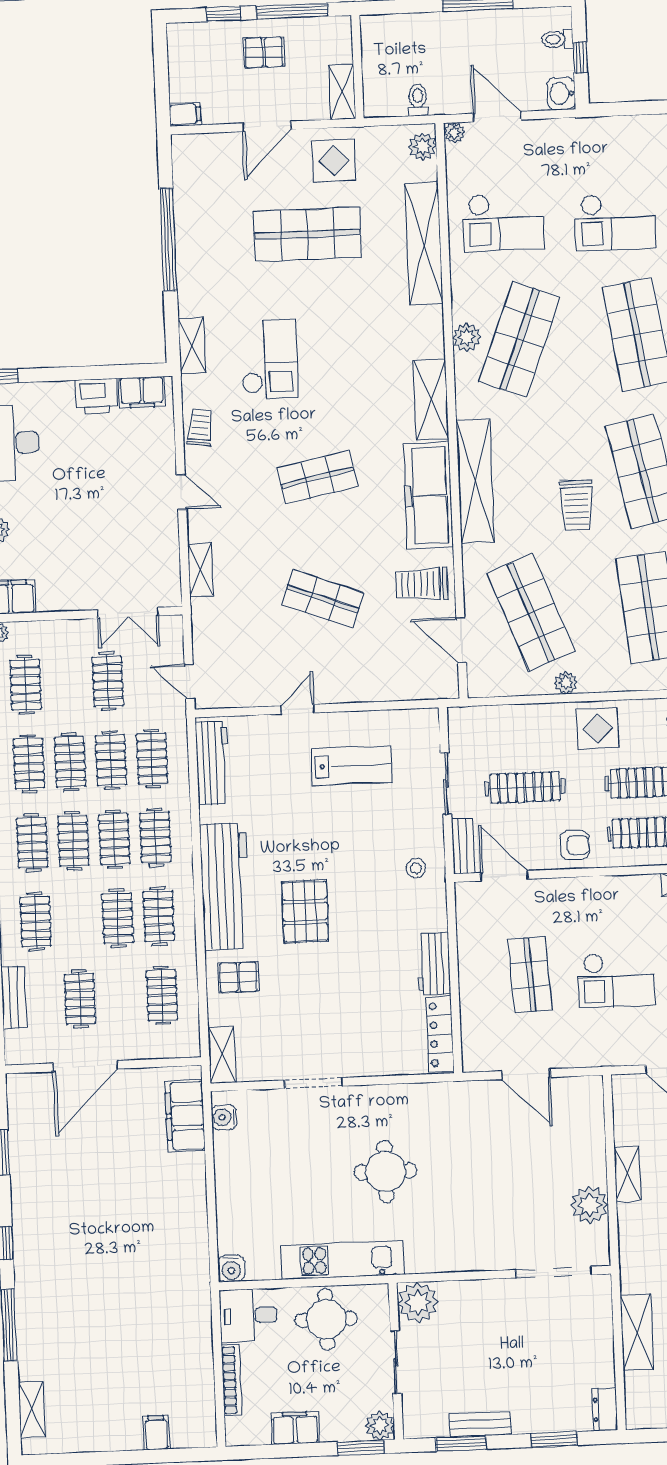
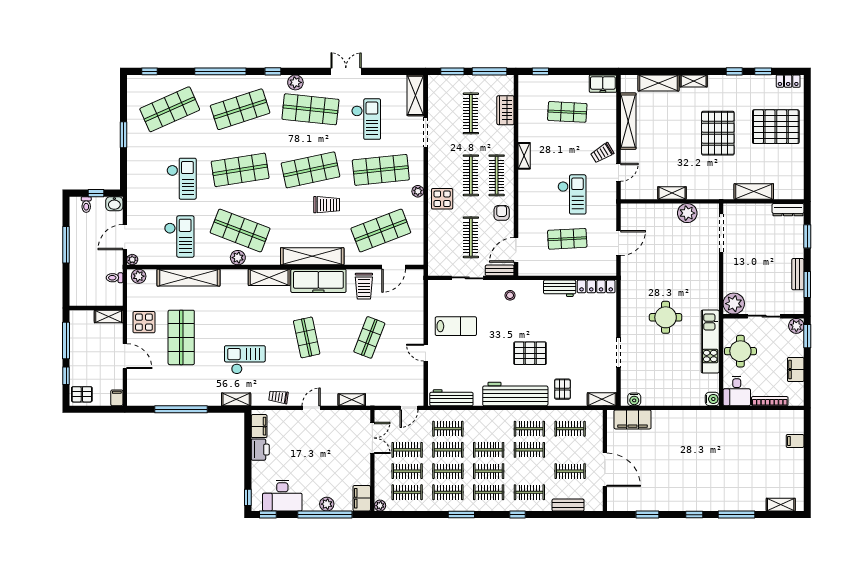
pallet: (264, 52) -> (82, 394), moved, turned 90
plant: (566, 683) -> (418, 191), moved
lab bench: (352, 766) -> (456, 326), turned 90
clothes rail: (155, 837) -> (407, 471), moved
dresser: (605, 1409) -> (788, 210), width x1.44

